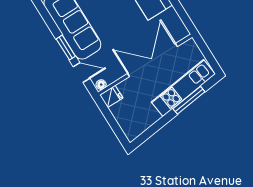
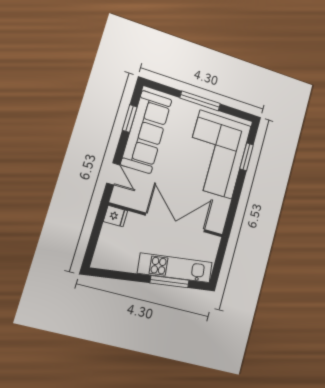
window: (66, 48) -> (130, 119), moved
floor lamp: (101, 85) -> (118, 199), removed

